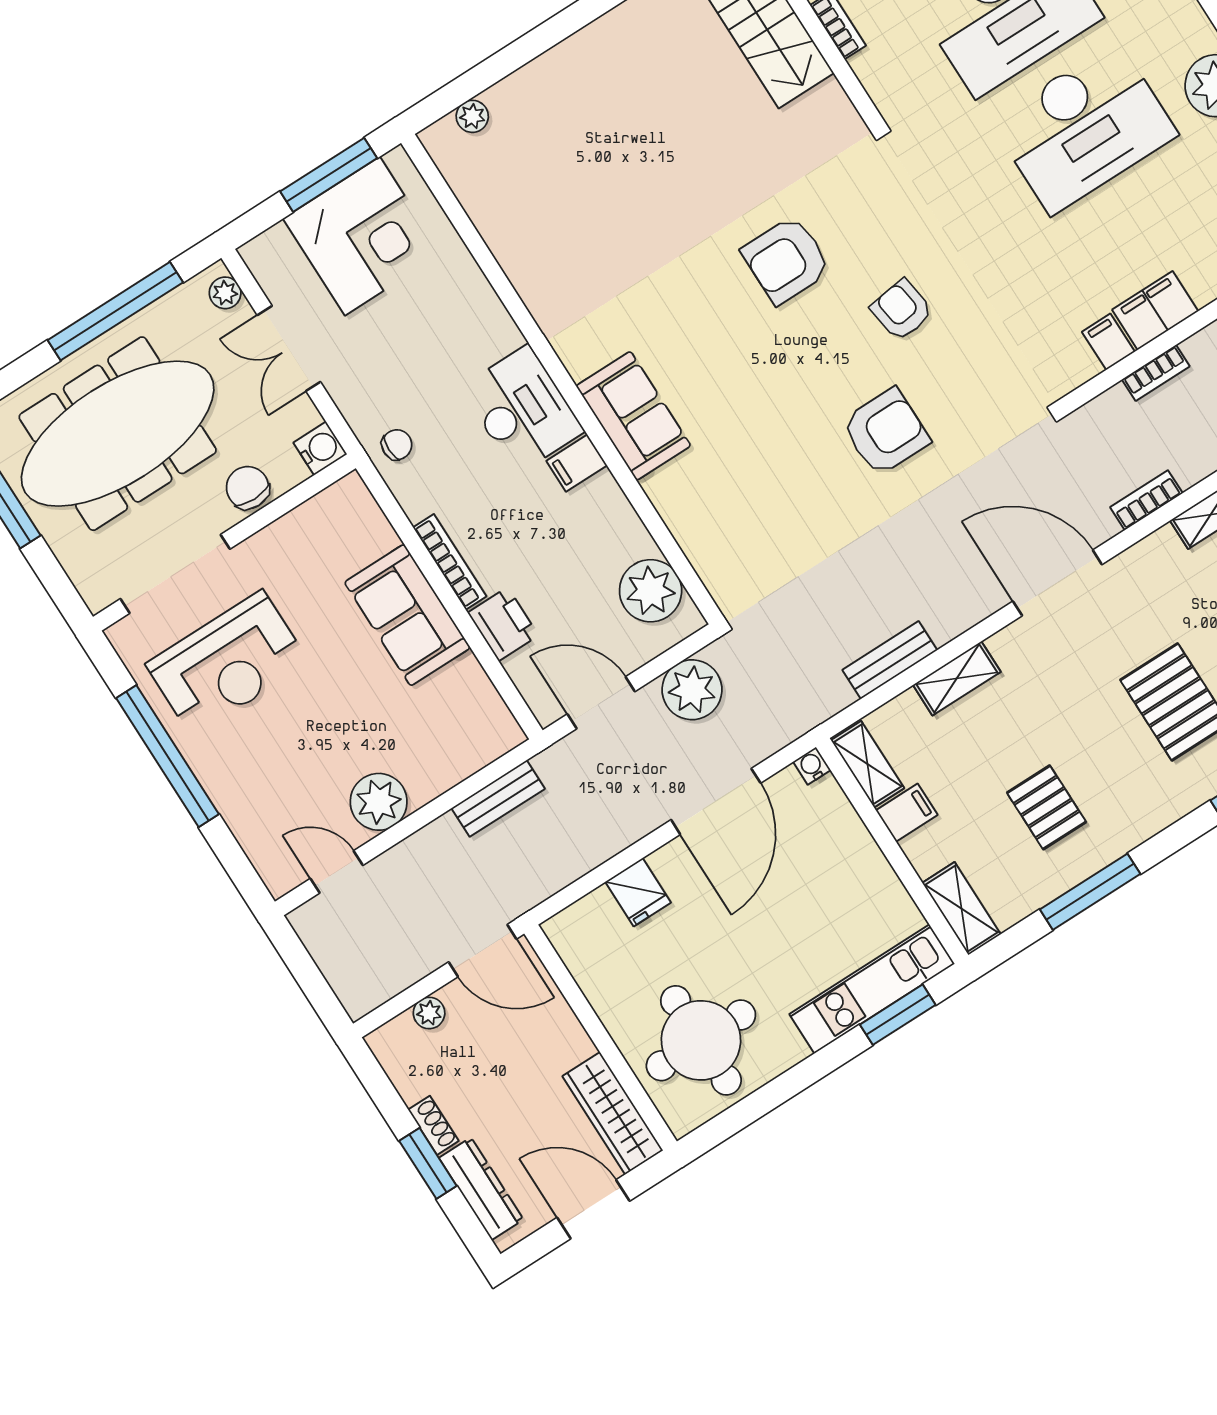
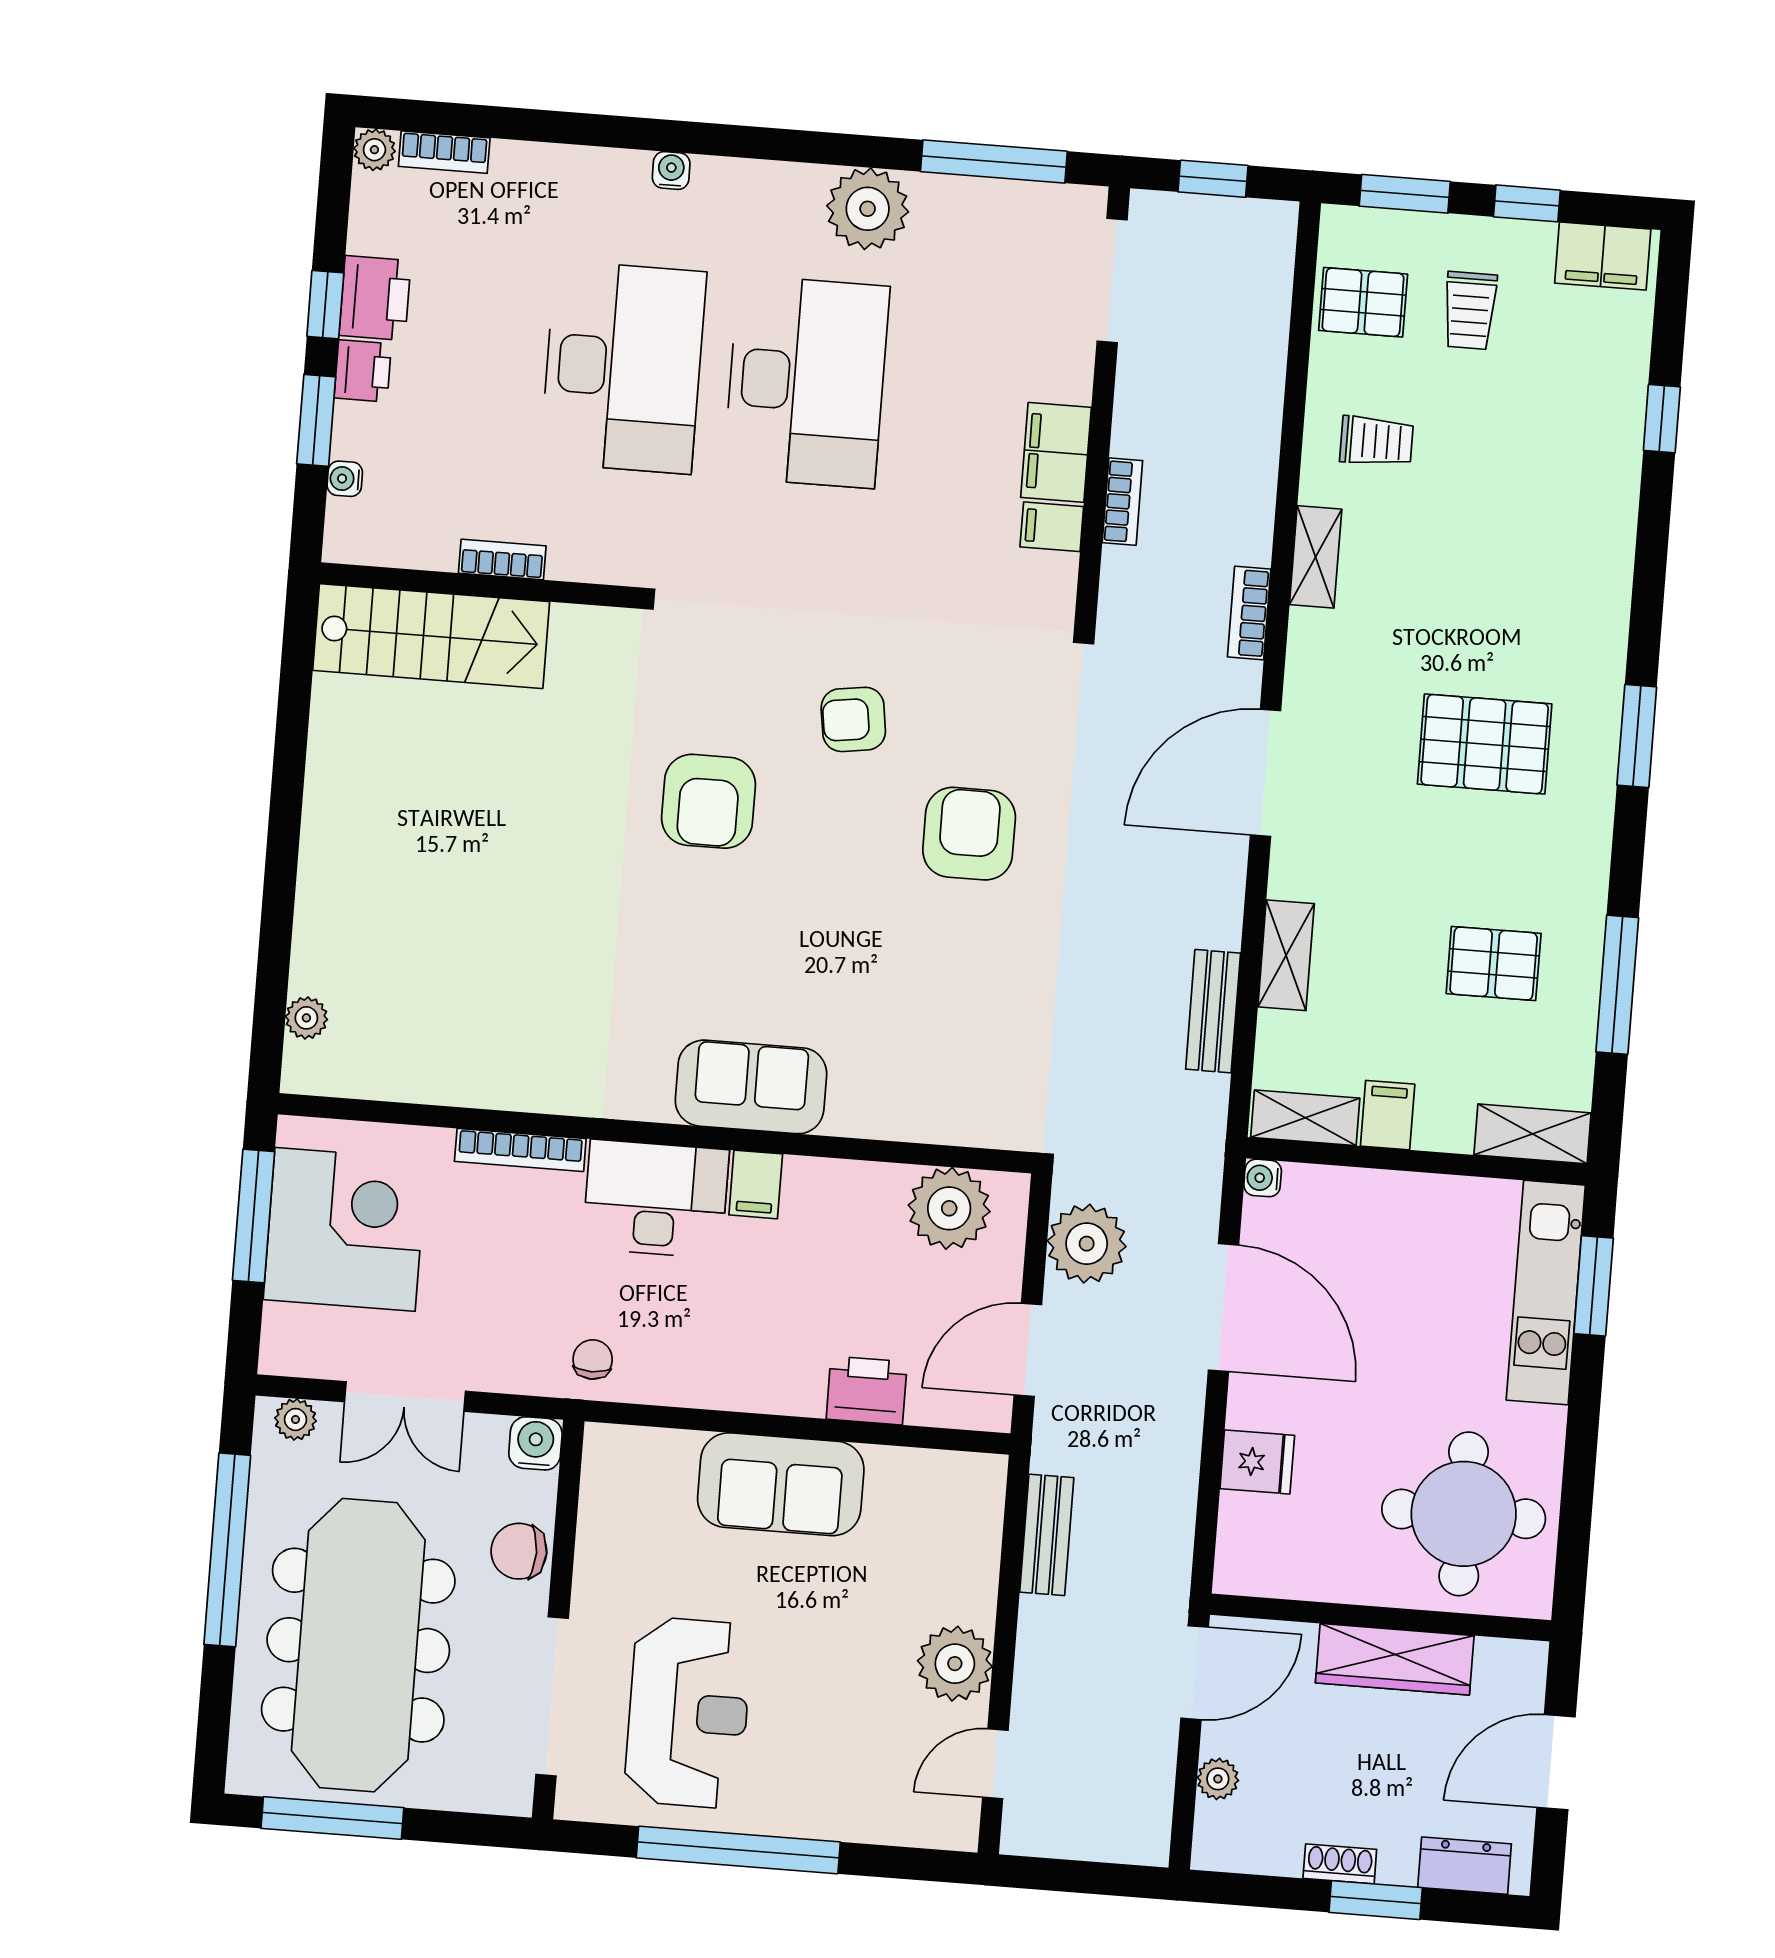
bookcase: (450, 562) -> (520, 1150), moved, turned 180
wardrobe: (613, 1113) -> (1395, 1659), moved
dresser: (481, 1189) -> (1465, 1866), width x0.70

